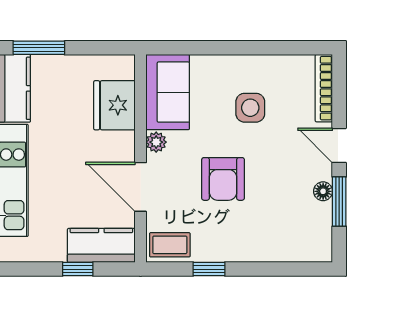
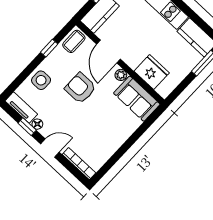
side table: (250, 108) -> (41, 80), moved
door: (141, 187) -> (109, 52), swing flipped
window: (339, 202) -> (27, 127), width x0.67
tv unit: (321, 233) -> (21, 108), added

